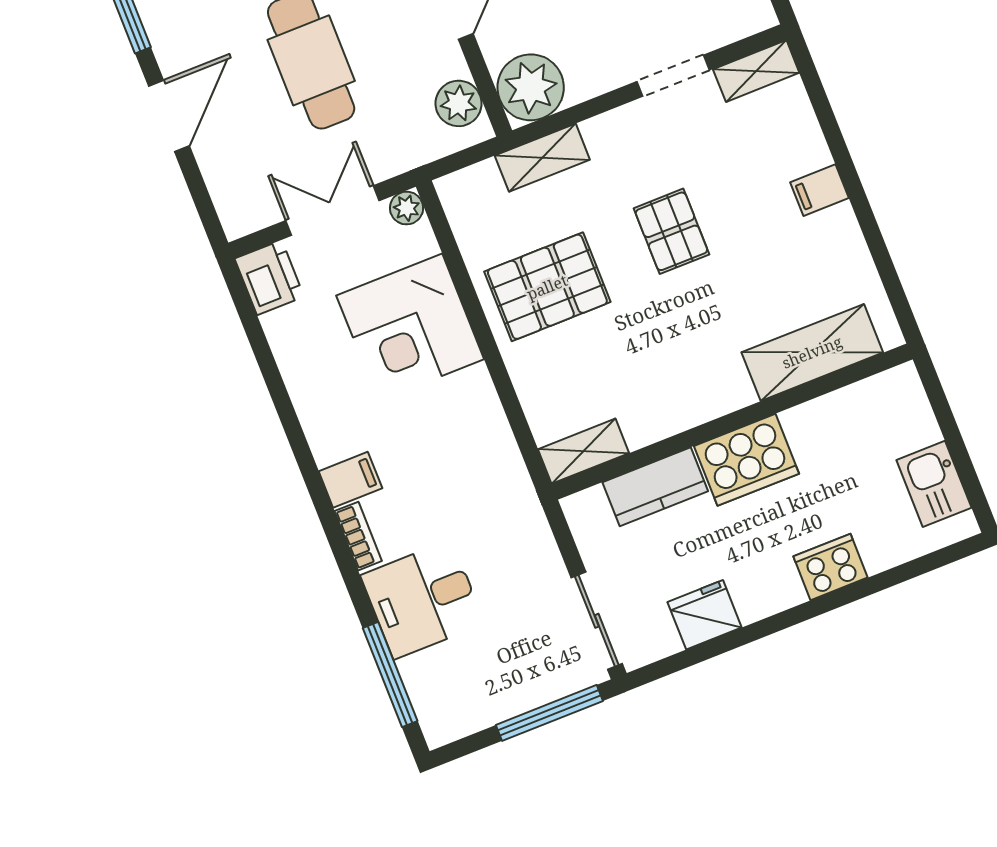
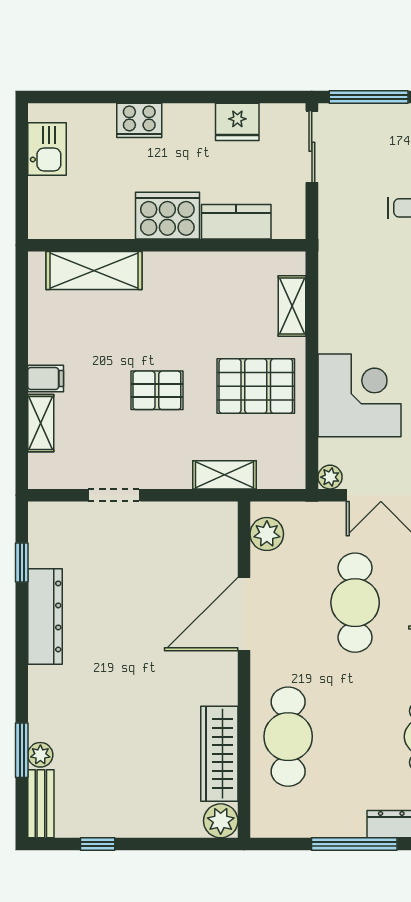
shelving: (756, 71) -> (41, 423), moved, turned 90
plant: (531, 87) -> (214, 526), removed
pallet: (671, 231) -> (157, 390), turned 90
shelving: (584, 451) -> (292, 306), moved, turned 90

